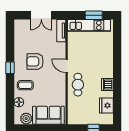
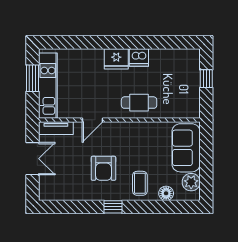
door: (67, 66) -> (93, 120), moved
fridge: (106, 105) -> (116, 59), moved

